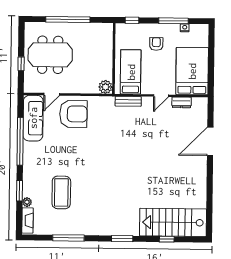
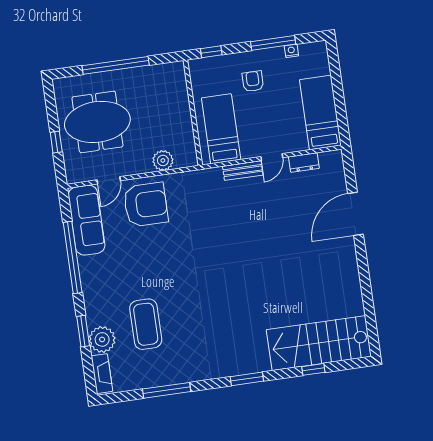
bed: (192, 71) -> (320, 112), width x0.67
plant: (105, 87) -> (163, 160), moved
bench: (128, 101) -> (243, 171), moved
plant: (27, 202) -> (102, 339), width x1.87, depth x1.87

